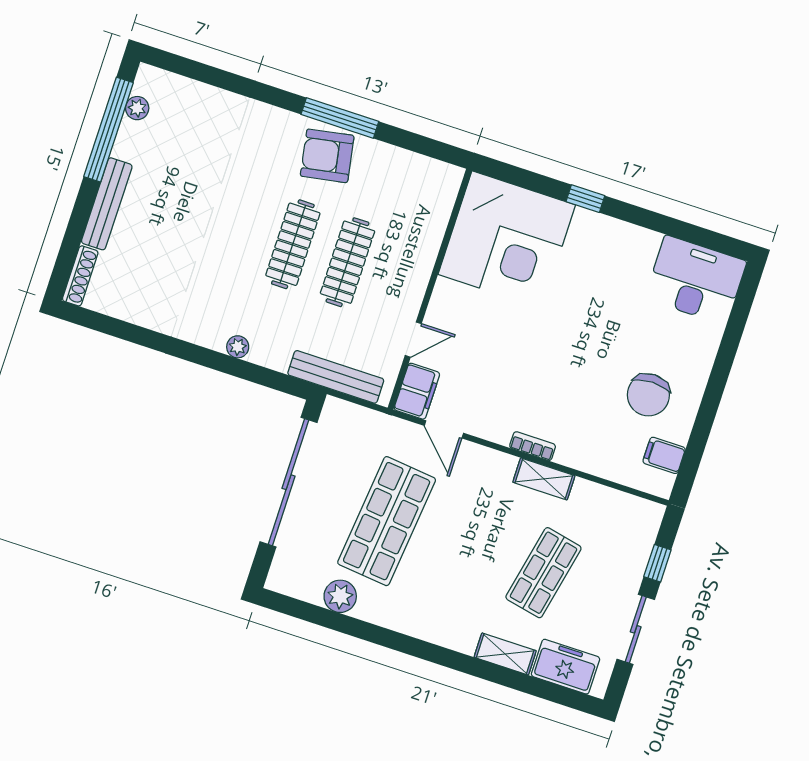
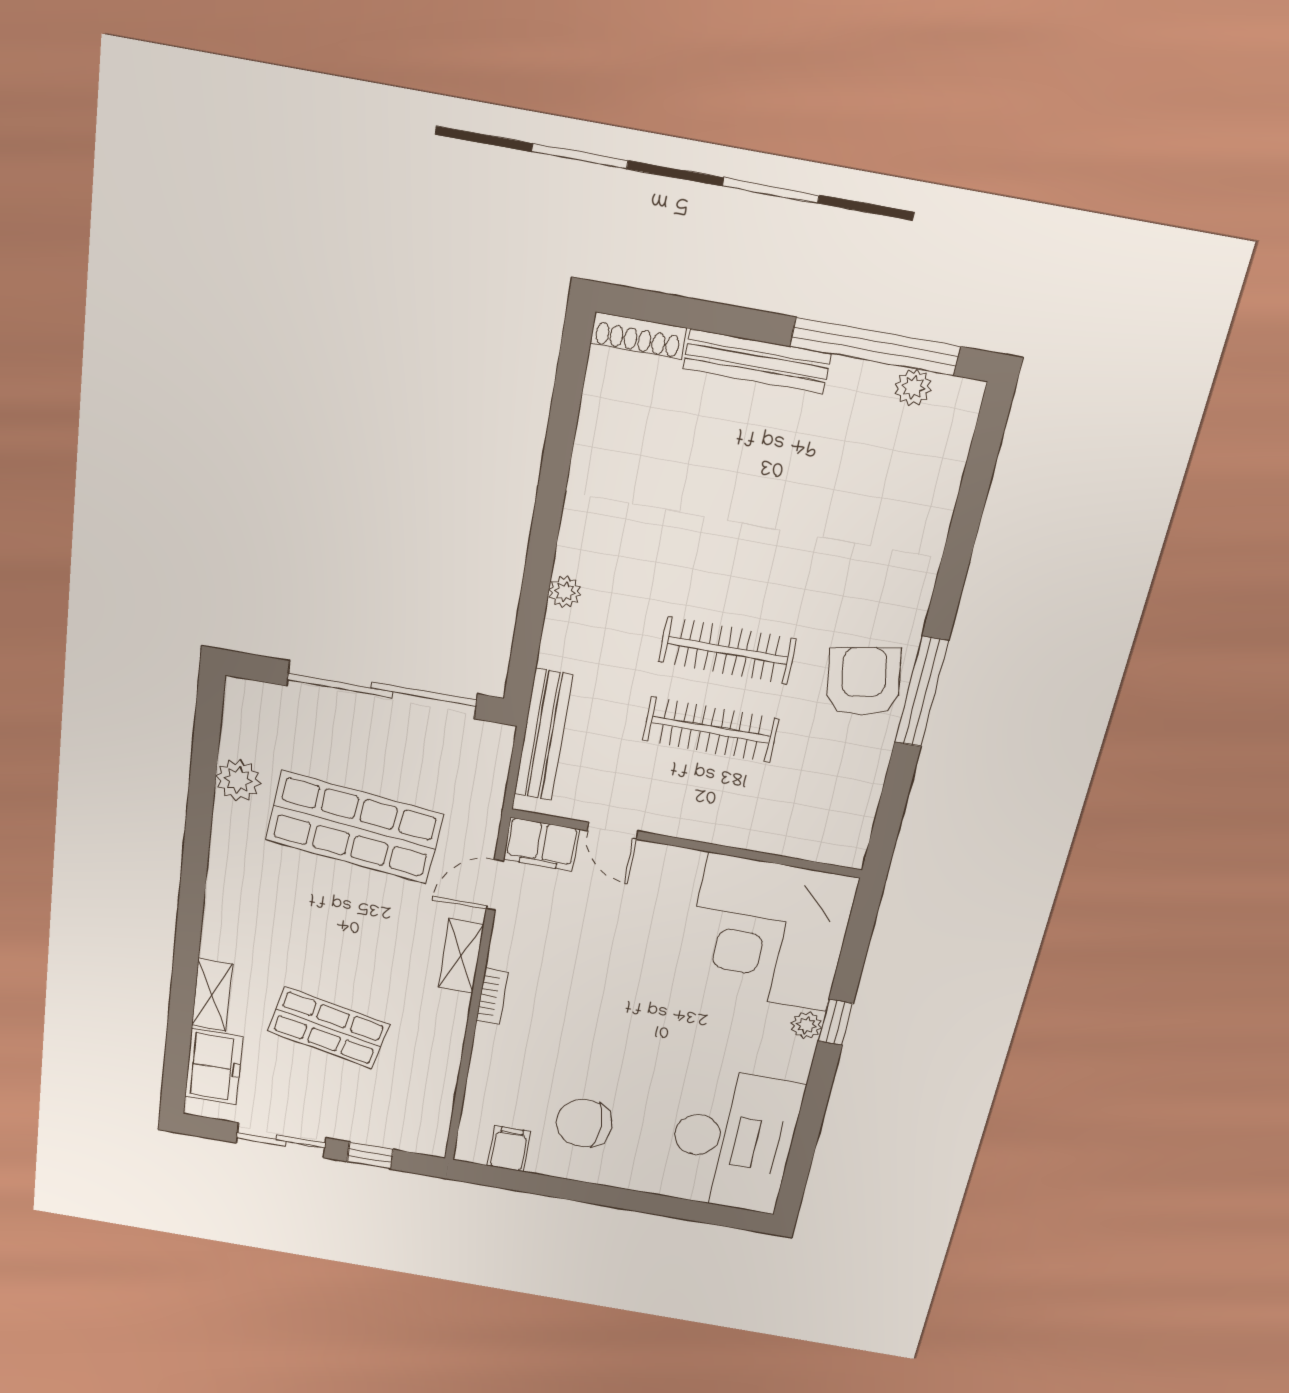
plant: (585, 220) -> (806, 1025), added
desk: (696, 280) -> (733, 1141), width x1.36, depth x1.30
shelving: (544, 479) -> (461, 956), moved

